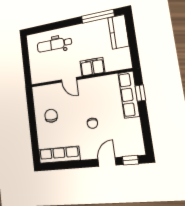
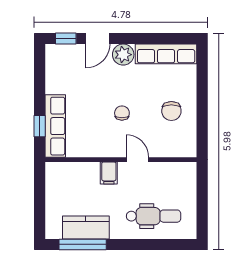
kitchen counter: (118, 32) -> (86, 227), moved, turned -90
filing cabinet: (92, 67) -> (109, 173), width x0.50
chair: (92, 123) -> (122, 113), moved
plant: (88, 152) -> (123, 55), added

